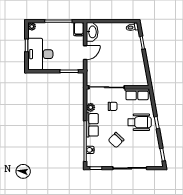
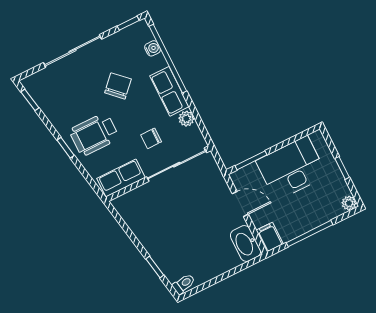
door: (85, 53) -> (240, 204), swing flipped
desk: (40, 54) -> (291, 168), moved, turned -90

